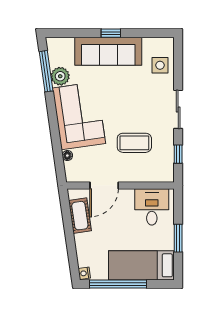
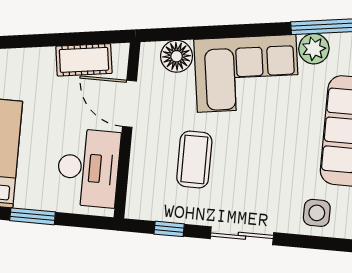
floor lamp: (67, 156) -> (177, 56), width x1.89, depth x1.89
desk: (152, 207) -> (88, 168), width x1.37

